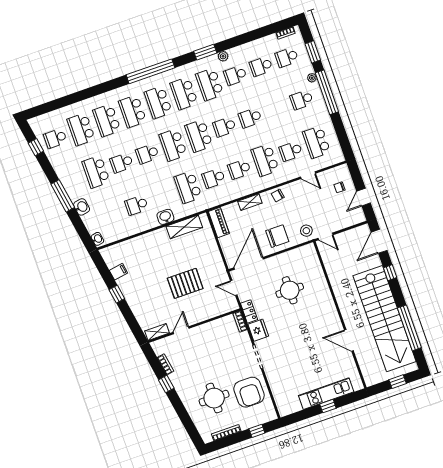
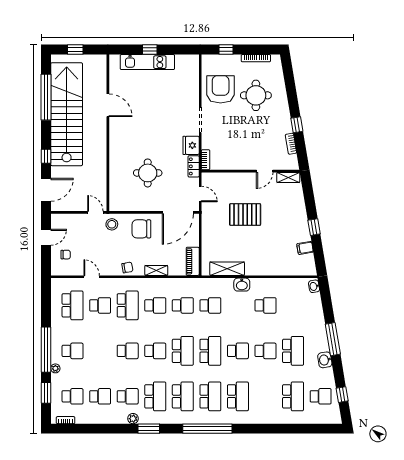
school desk: (107, 120) -> (265, 396), removed
school desk: (188, 187) -> (210, 305), width x0.54
washbasin: (82, 207) -> (325, 360), moved

